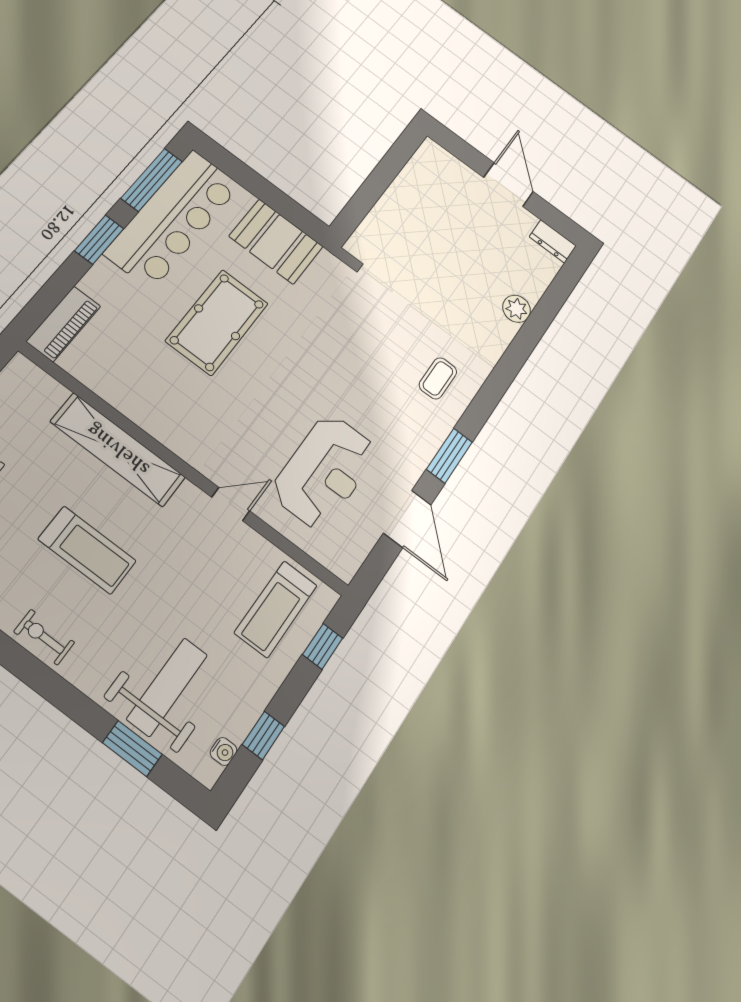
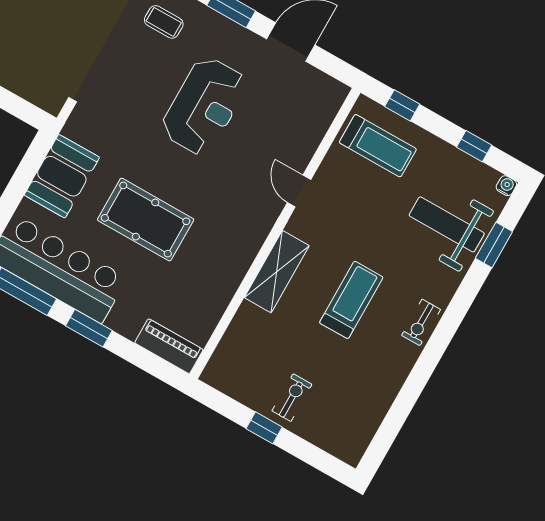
shelving: (118, 449) -> (277, 272), width x0.68
reception desk: (325, 471) -> (204, 106), moved, turned 90
water cooler: (224, 751) -> (506, 186), moved

